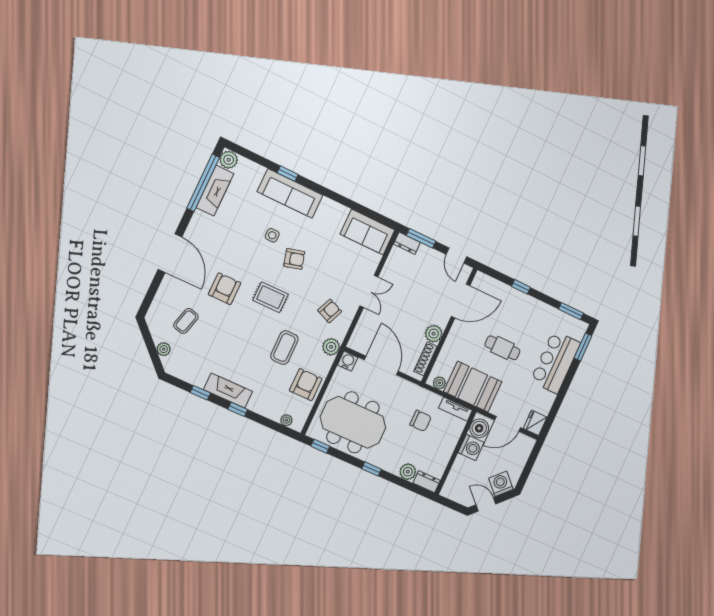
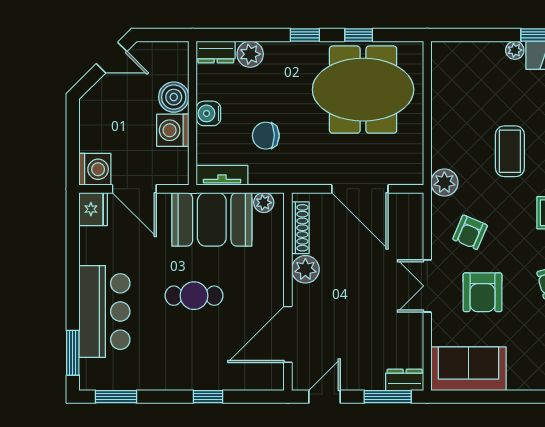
door: (456, 255) -> (325, 397), hinge flipped
water cooler: (348, 361) -> (208, 113), moved, turned 90
armchair: (306, 385) -> (482, 292), moved
plant: (286, 420) -> (515, 50), moved
door: (508, 424) -> (134, 189), swing flipped
boiler: (479, 428) -> (174, 97), moved
window: (320, 446) -> (359, 35), moved
washing machine: (501, 484) -> (95, 169), moved, turned -45

